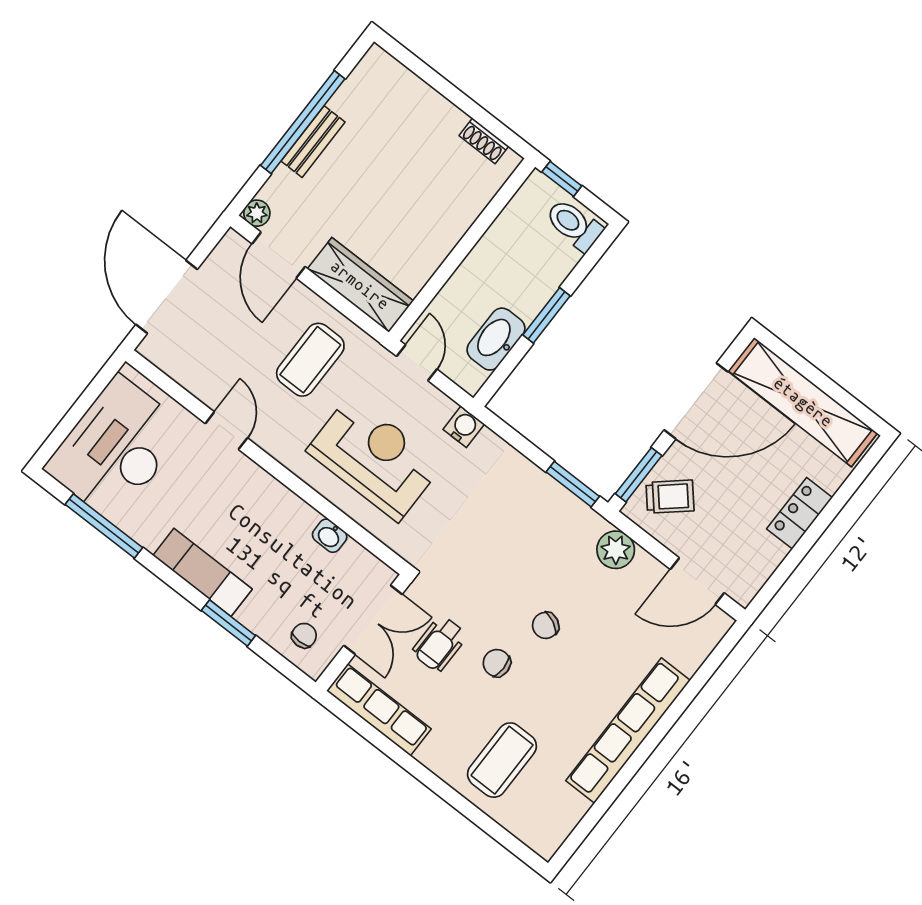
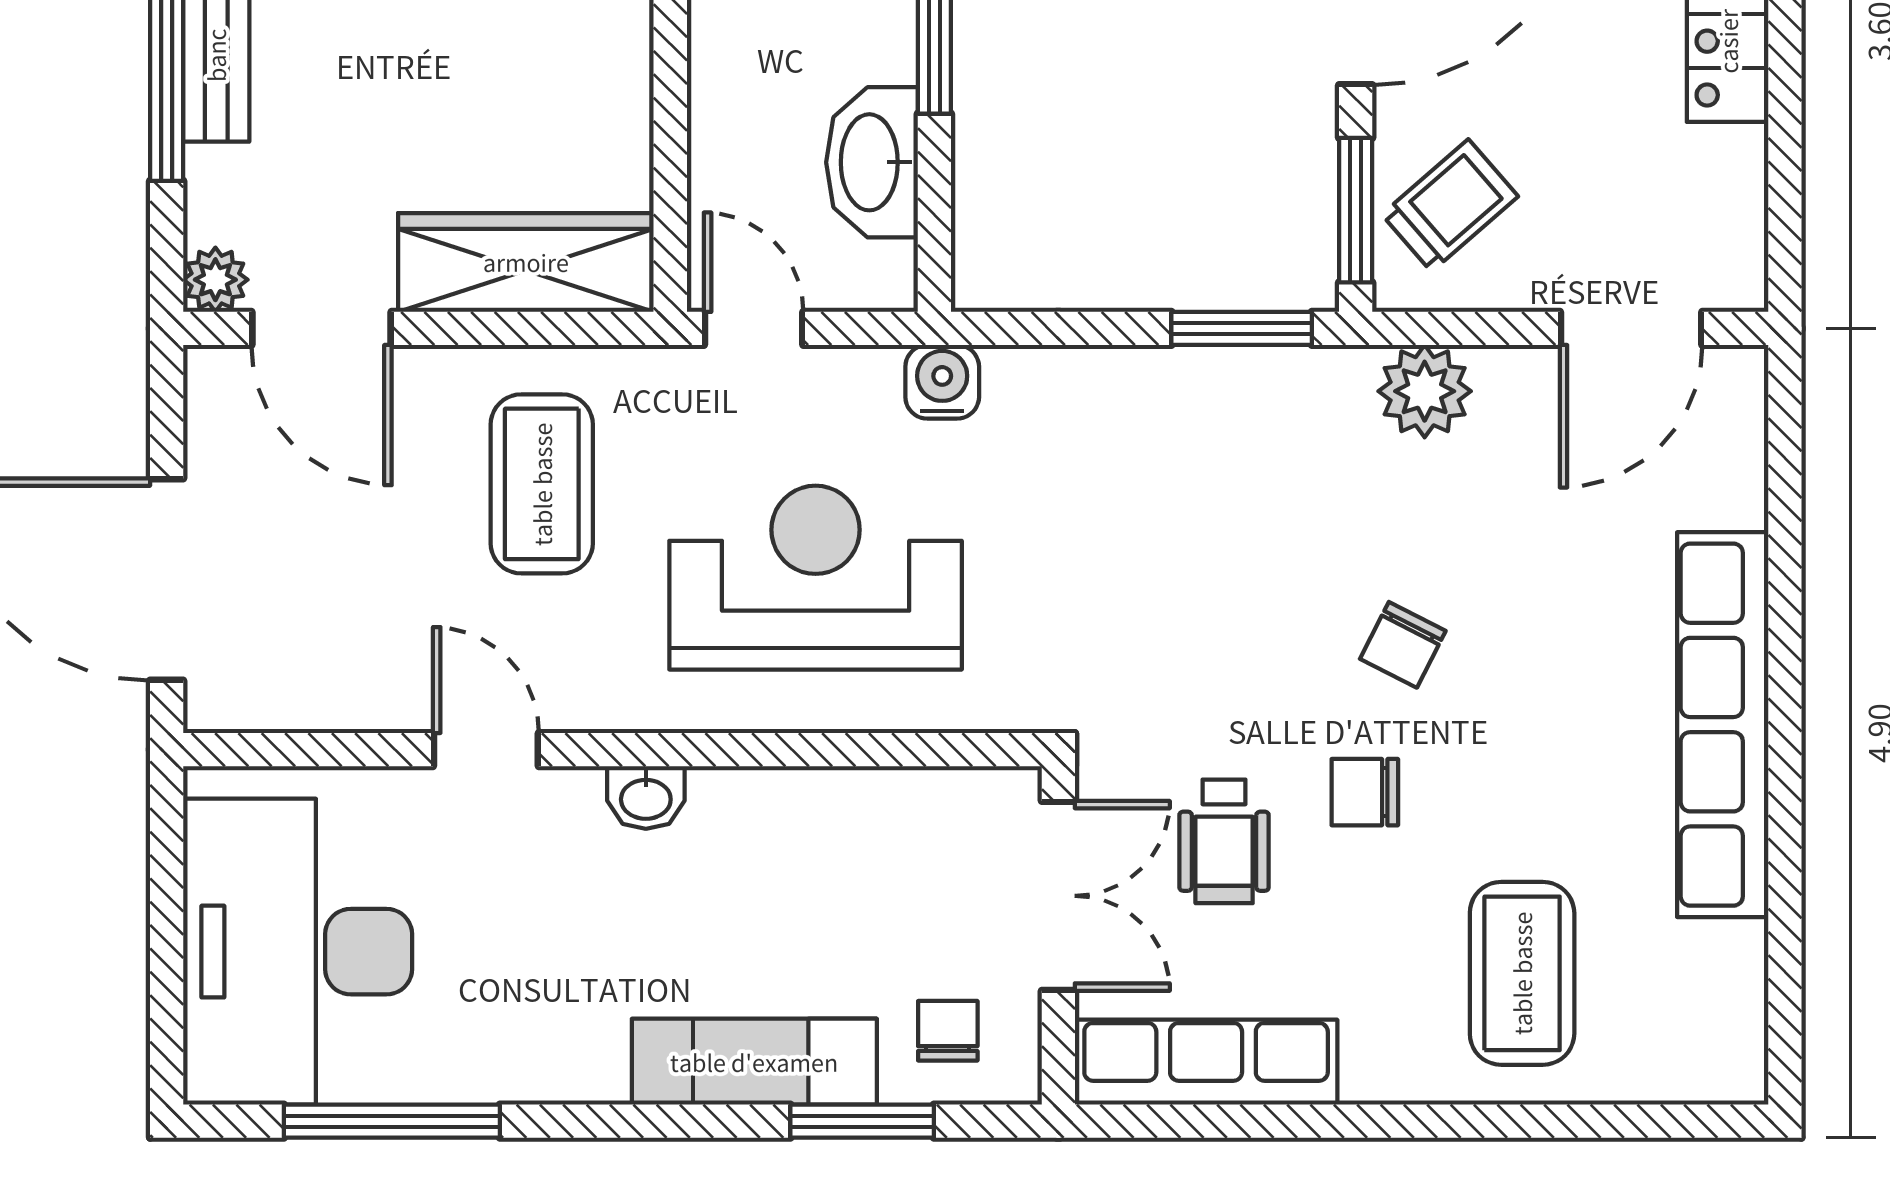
washbasin: (330, 536) -> (646, 797), moved
exam couch: (202, 572) -> (754, 1062), moved
window: (228, 623) -> (862, 1121), moved

